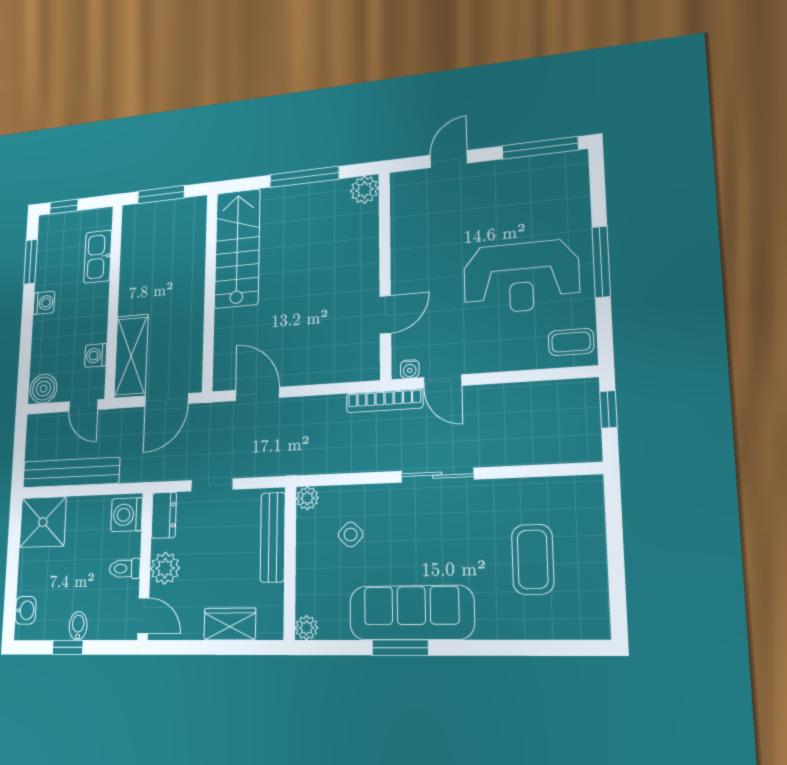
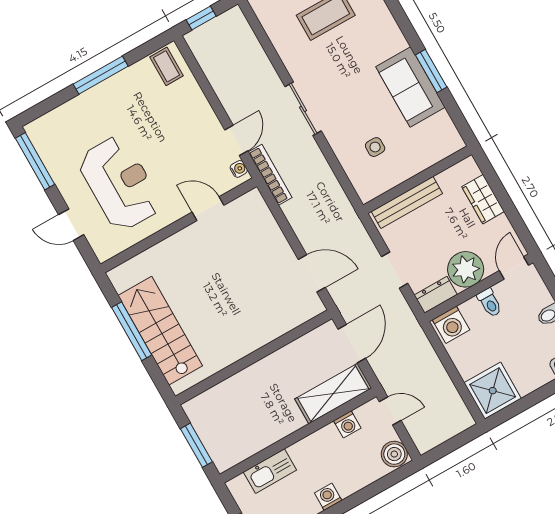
plant: (364, 190) -> (121, 277), removed
stairs: (237, 248) -> (160, 331), moved, turned 90
reception desk: (521, 277) -> (120, 183), moved
door: (258, 394) -> (312, 273), swing flipped
door: (167, 400) -> (352, 344), hinge flipped
door: (83, 406) -> (390, 411), hinge flipped
bench: (71, 472) -> (445, 390), removed
plant: (307, 498) -> (367, 192), removed
side table: (351, 534) -> (375, 147), turned 45
plant: (165, 568) -> (466, 269), width x1.36, depth x1.36
sofa: (411, 613) -> (410, 87), width x0.73
plant: (306, 628) -> (454, 143), removed

